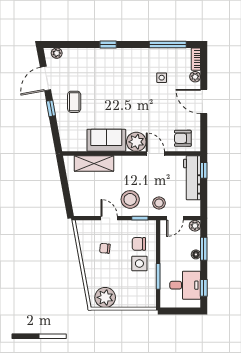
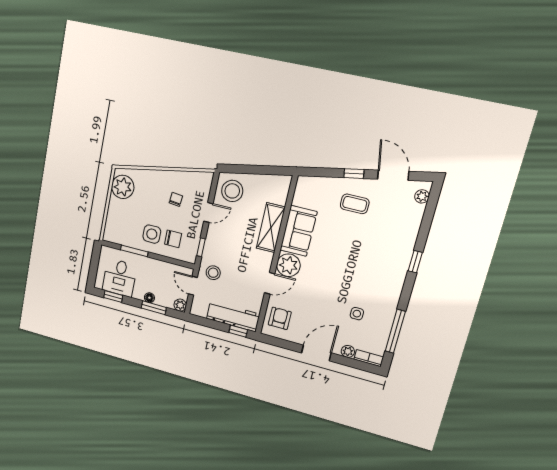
shelving: (94, 163) -> (271, 228), moved
stool: (130, 199) -> (232, 191), moved
chair: (139, 244) -> (173, 239), turned 90

